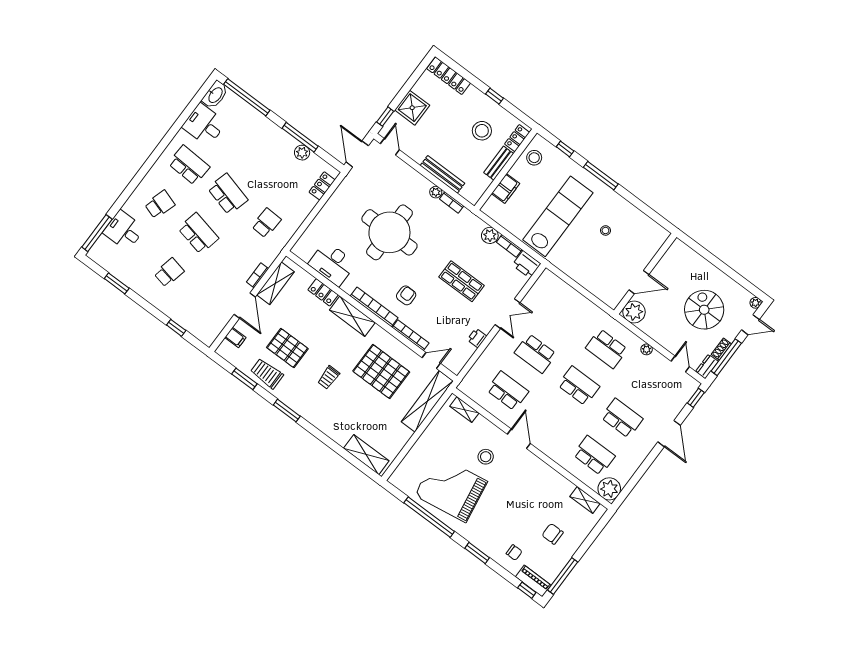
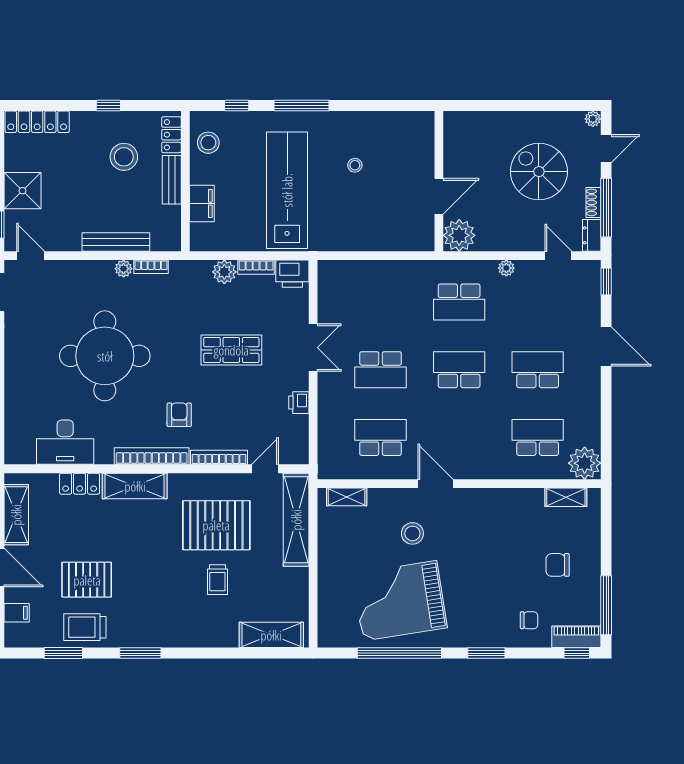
trolley: (329, 377) -> (217, 580), moved

